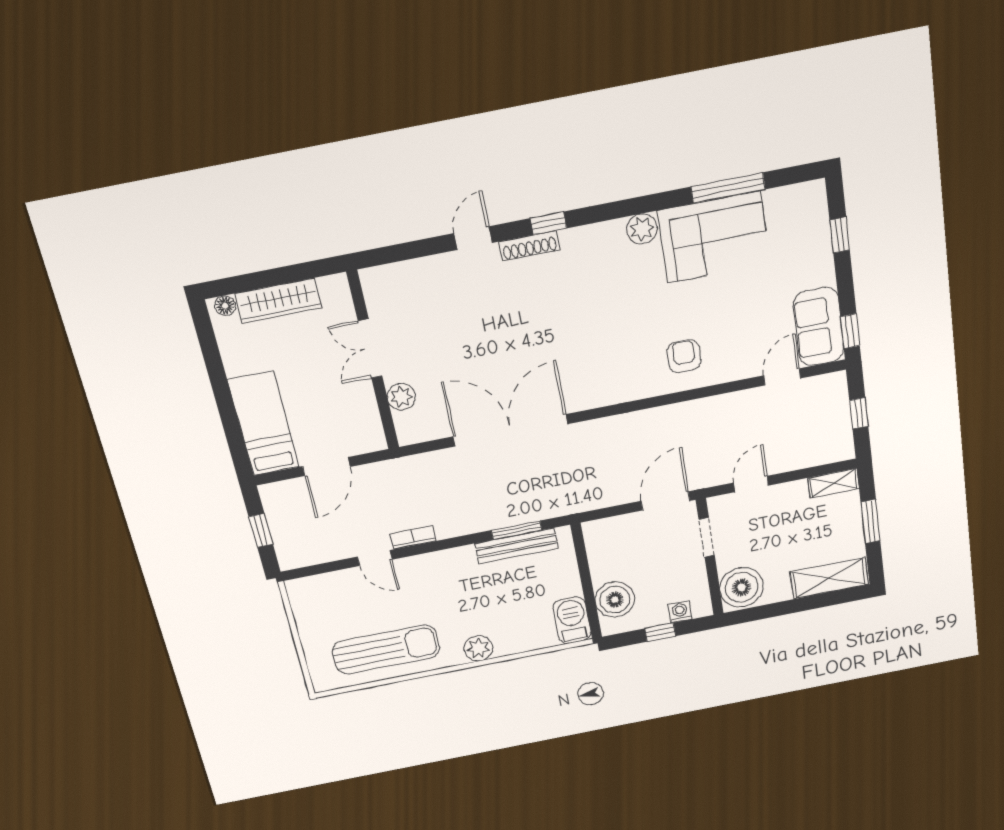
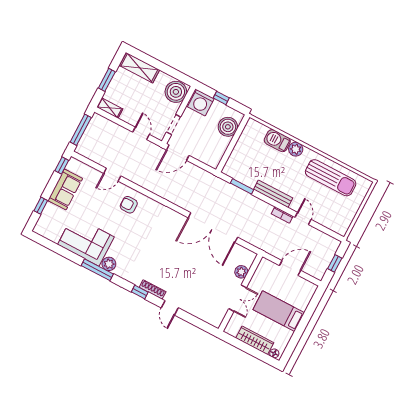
window: (728, 188) -> (97, 270), moved
door: (473, 238) -> (170, 308), hinge flipped
sofa: (819, 327) -> (65, 189), moved
armchair: (684, 356) -> (129, 205), turned 90
door: (782, 377) -> (112, 175), moved
window: (859, 413) -> (81, 130), width x2.17
bed: (263, 424) -> (279, 311), moved, turned 90
door: (751, 484) -> (141, 133), swing flipped
bench: (516, 546) -> (273, 194), moved
washing machine: (680, 612) -> (201, 103), width x1.89, depth x1.89
barbecue: (572, 620) -> (277, 141), moved, turned 90
sun lounger: (386, 649) -> (331, 178), turned 180

